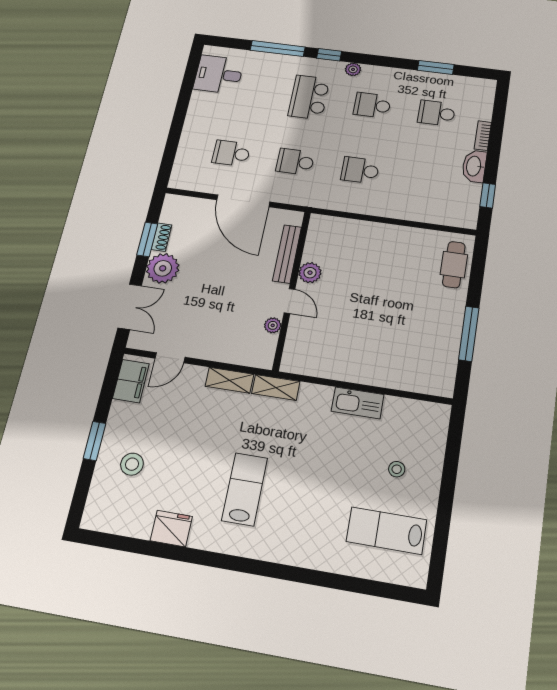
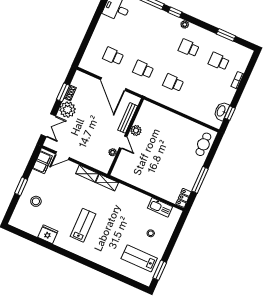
school desk: (309, 97) -> (159, 35), removed
washbasin: (474, 166) -> (221, 111), moved
locker: (445, 378) -> (184, 198), added
kitchen sink: (358, 403) -> (160, 207), moved
window: (440, 545) -> (160, 270), added

